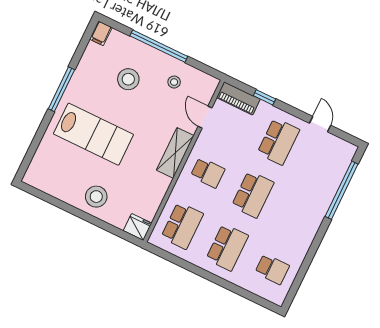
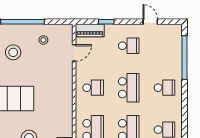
door: (205, 117) -> (74, 53), swing flipped
school desk: (278, 141) -> (129, 46), width x0.54
shelving: (175, 153) -> (66, 85), removed
school desk: (298, 216) -> (164, 88), added

